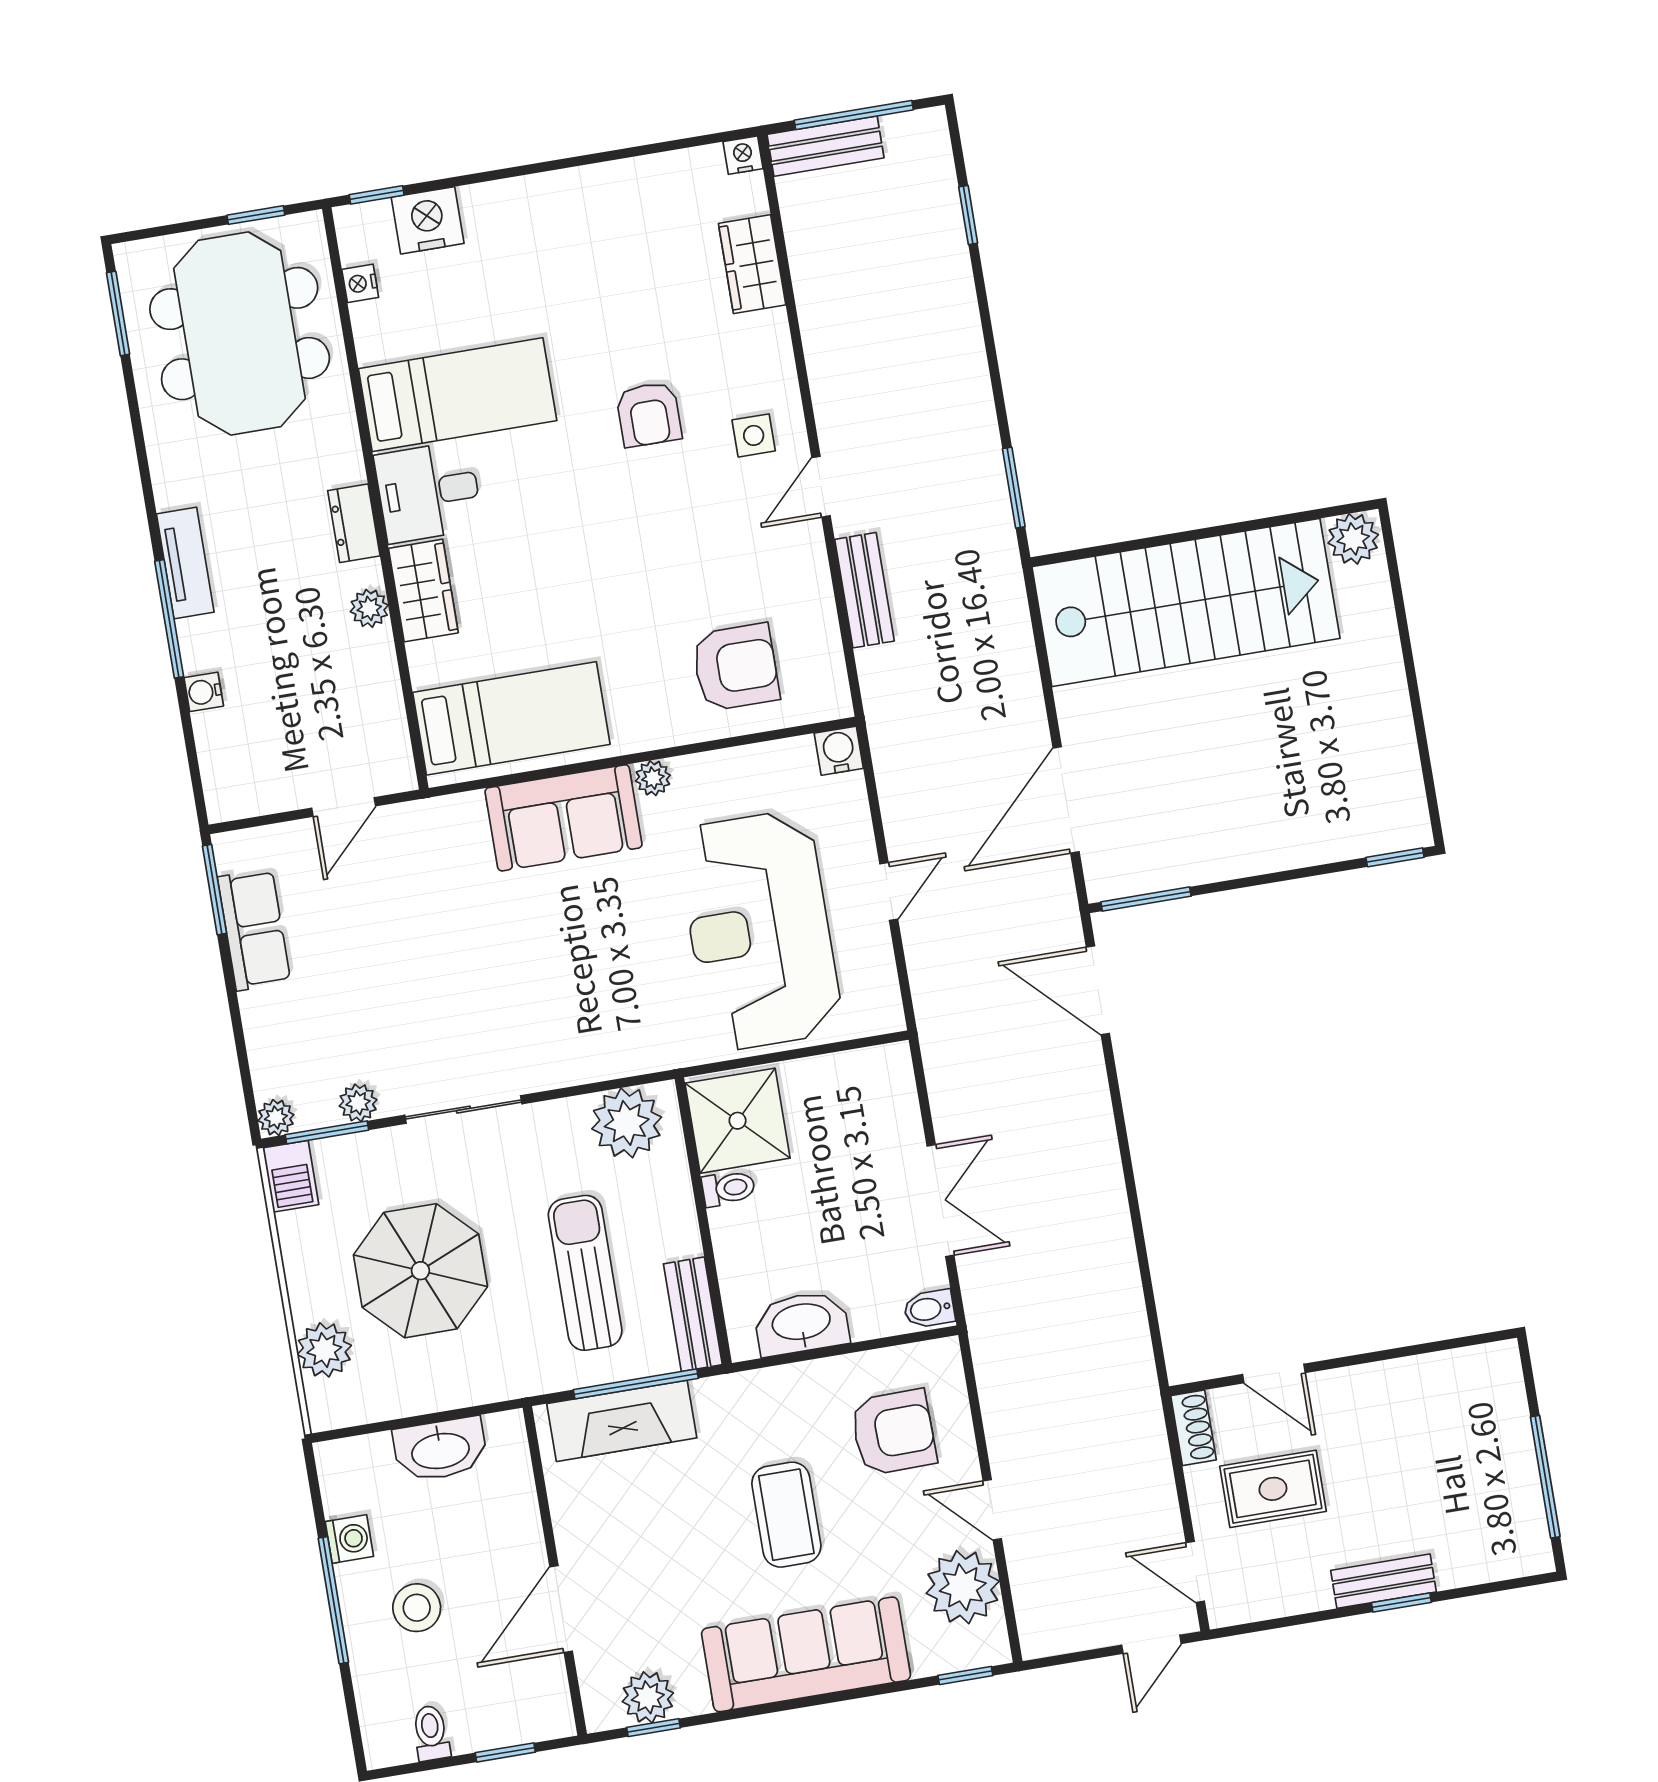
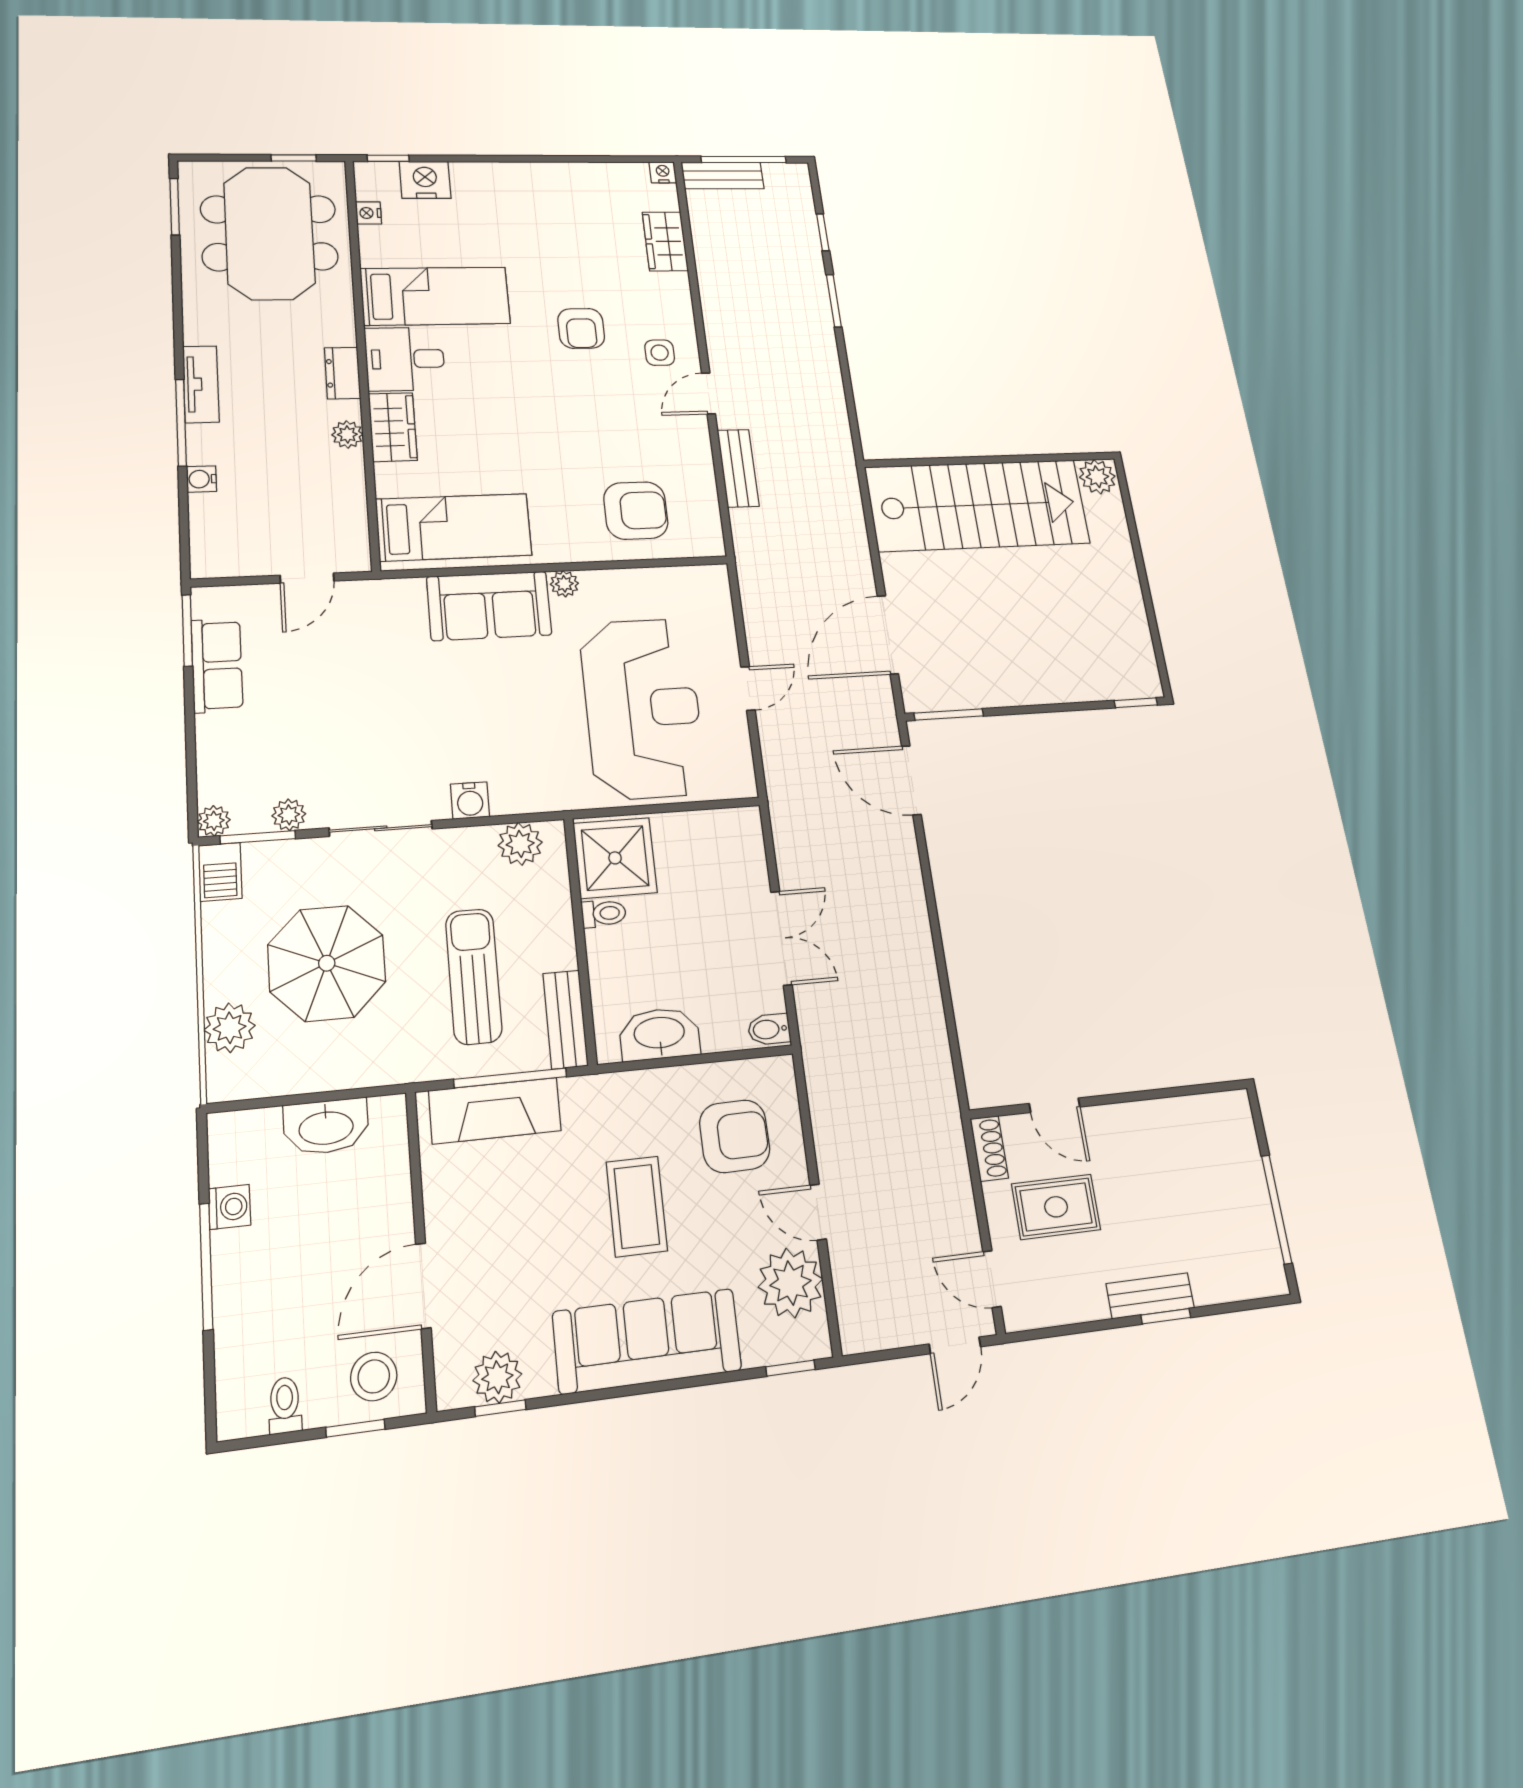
window: (1014, 488) -> (834, 301), moved
water cooler: (839, 751) -> (470, 800), moved, turned 180
reception desk: (759, 930) -> (643, 708), turned 180
plant: (627, 1123) -> (520, 844), width x0.73, depth x0.73
stool: (417, 1608) -> (374, 1376), moved

